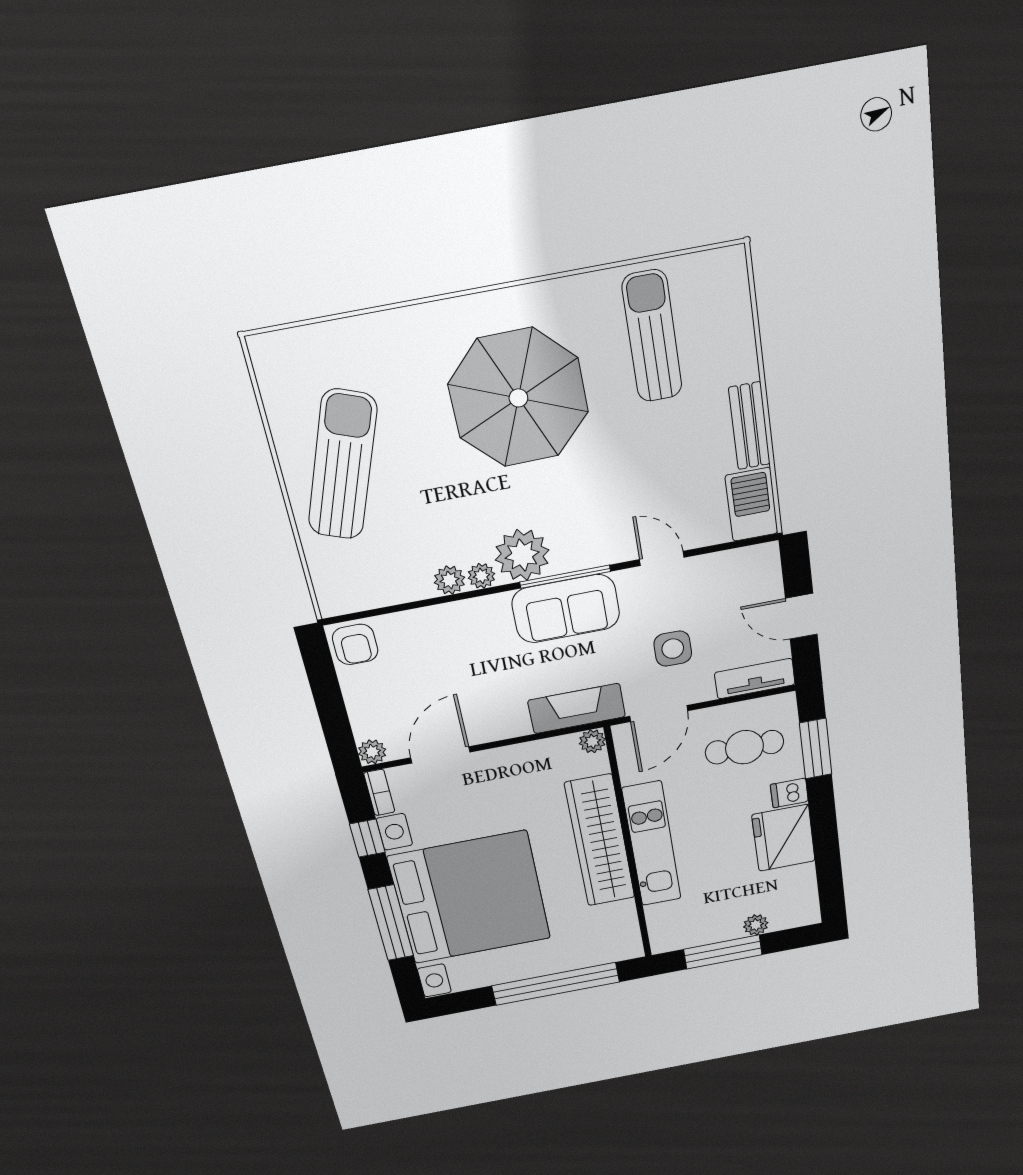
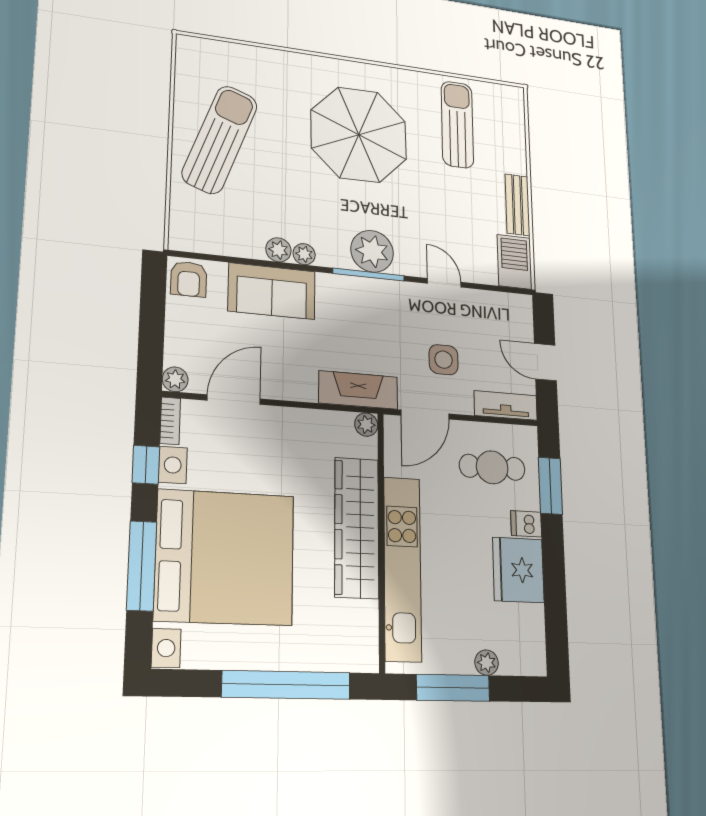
plant: (522, 555) -> (372, 251), moved
sofa: (566, 609) -> (272, 291), moved
kitchen unit: (652, 844) -> (402, 568), width x1.36

